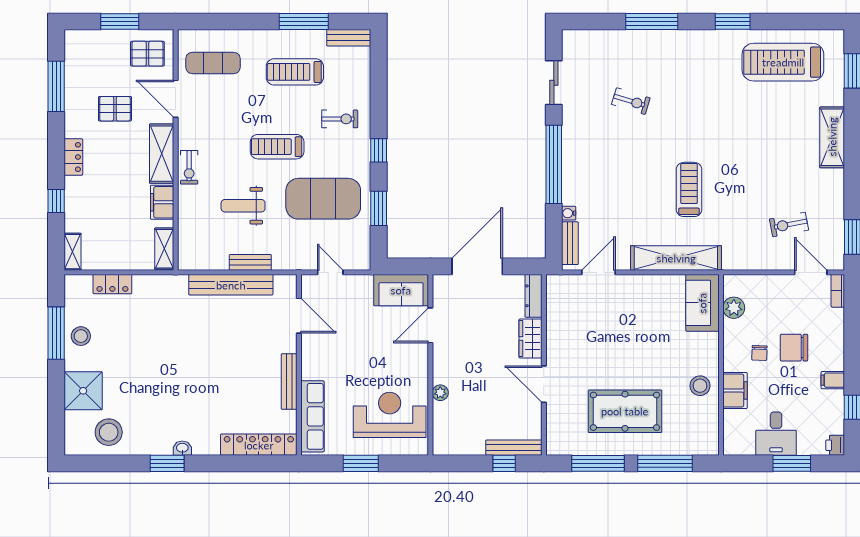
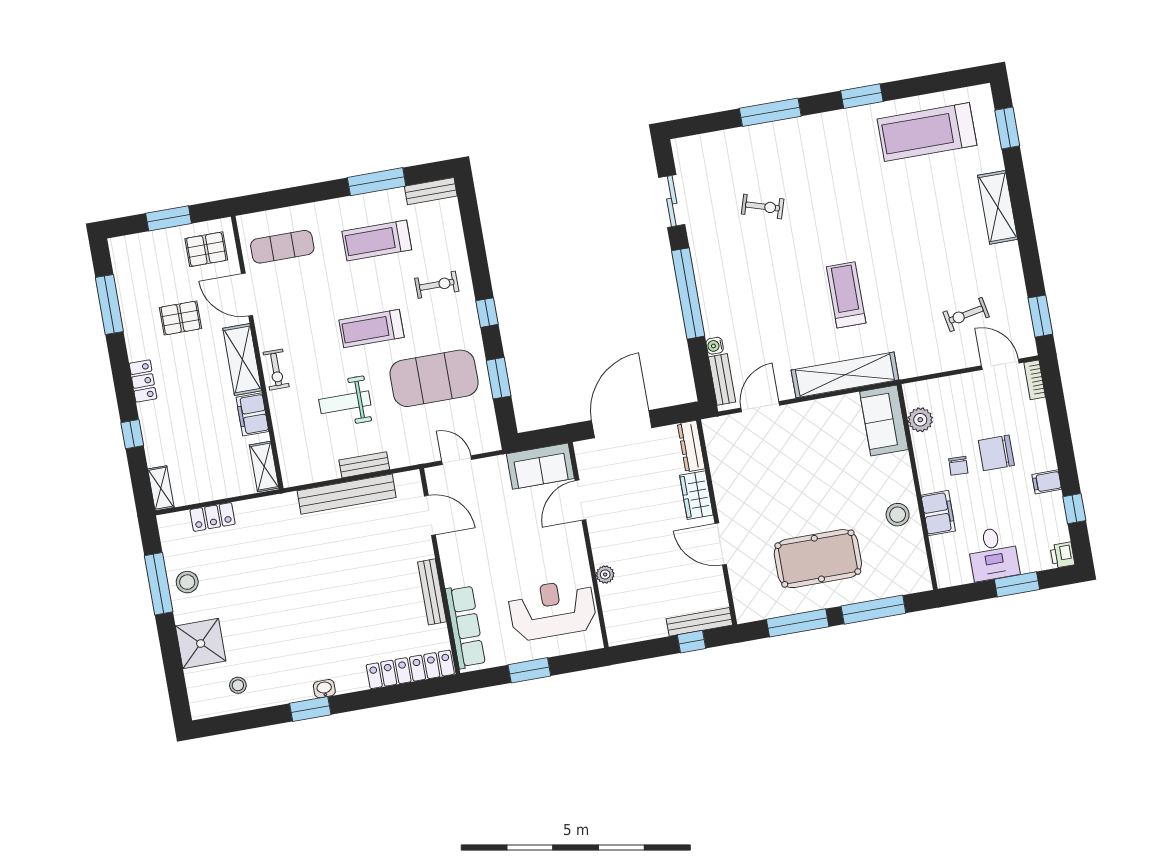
stool: (109, 432) -> (238, 685), width x0.53, depth x0.53

